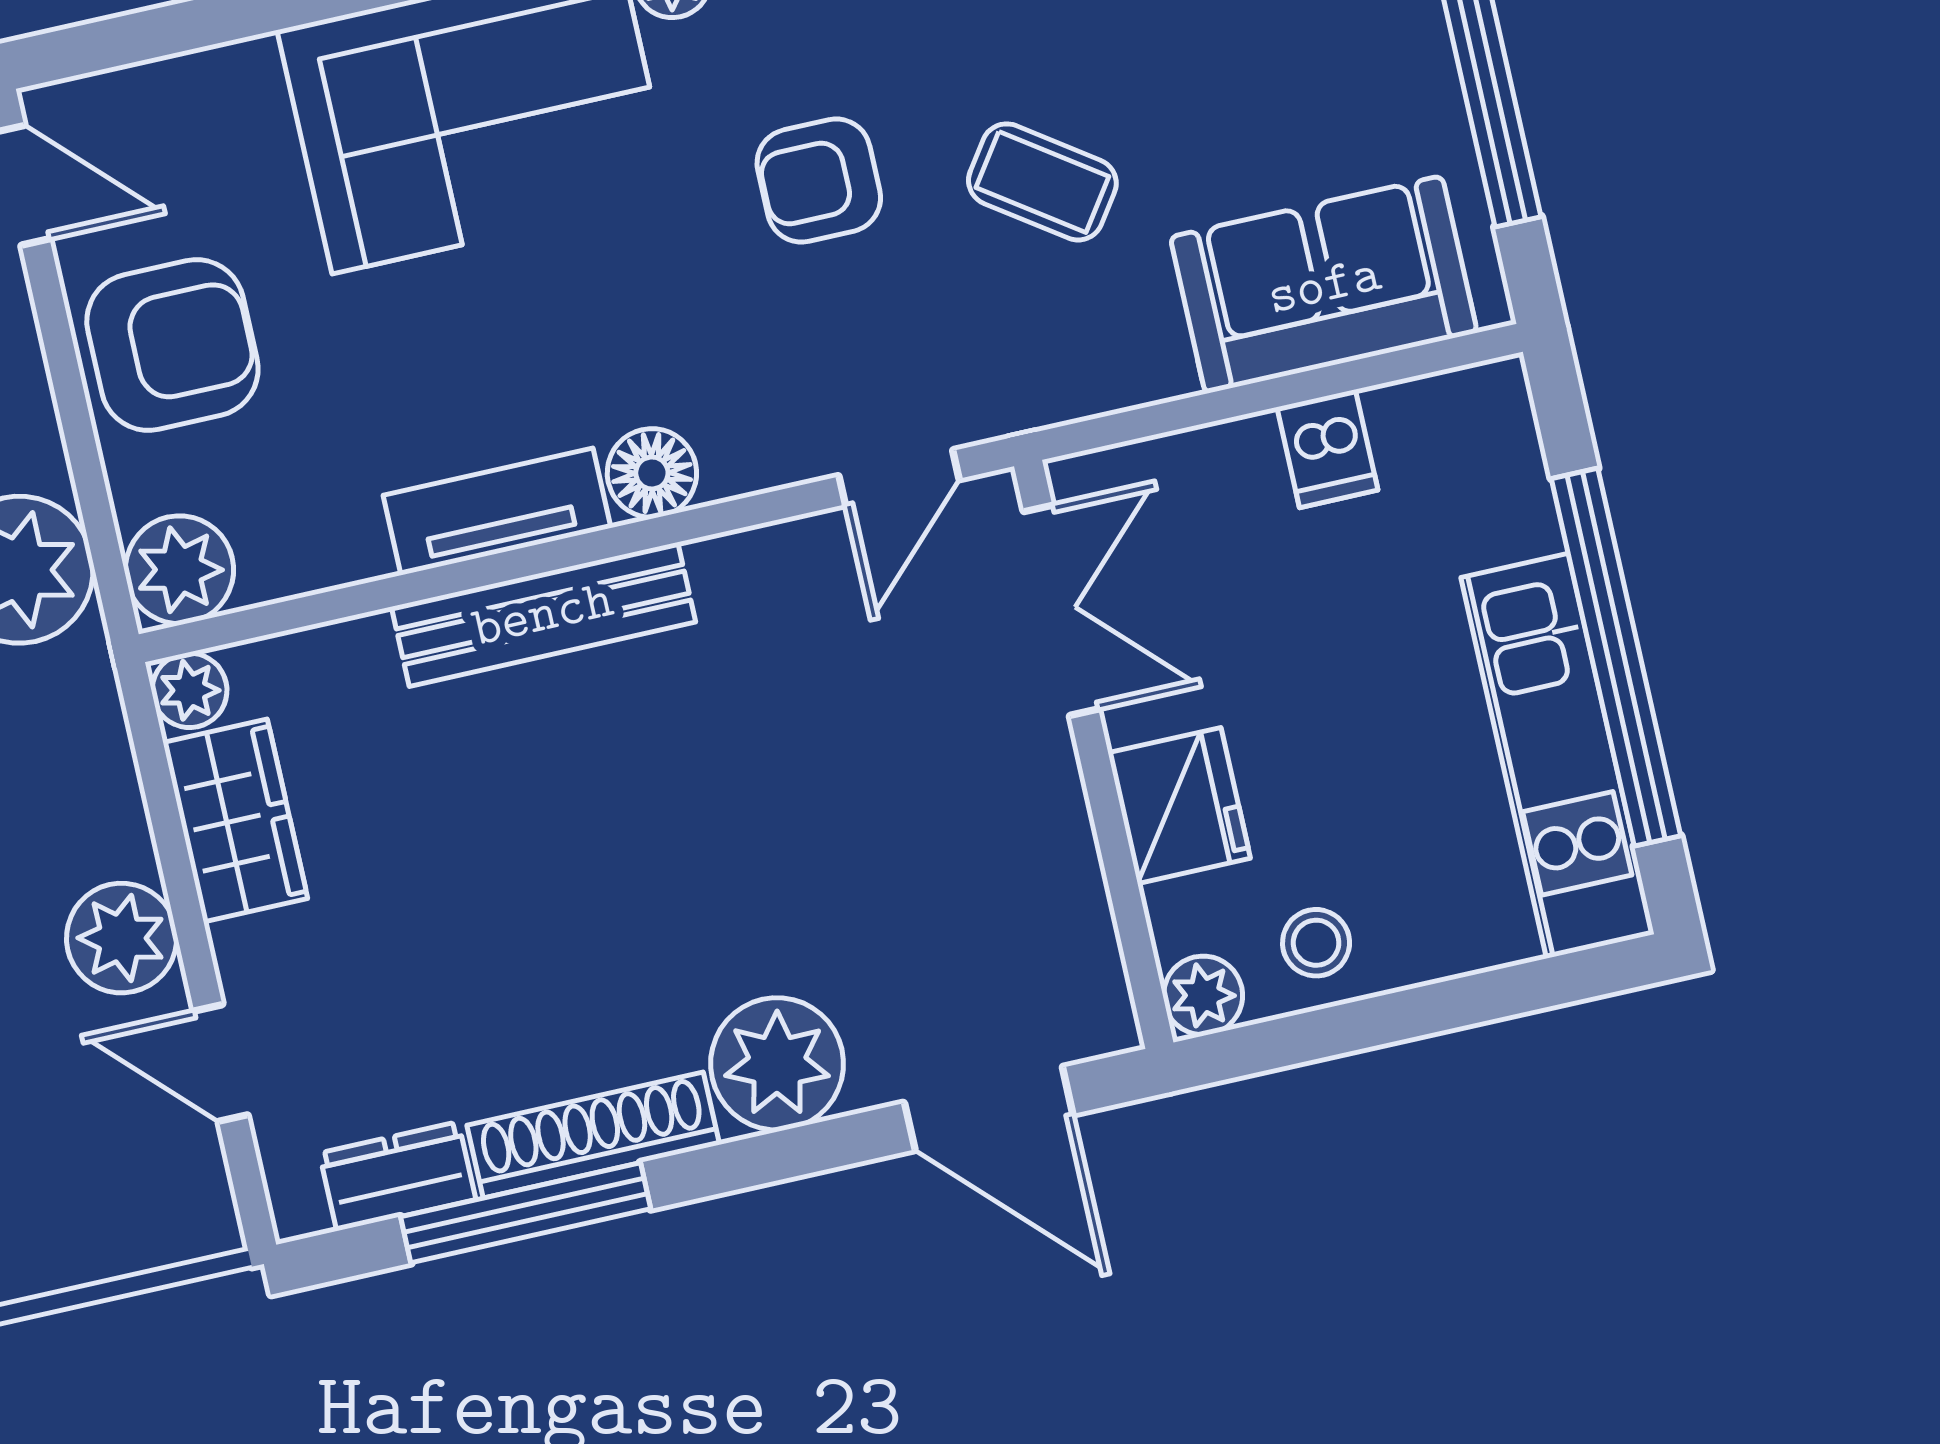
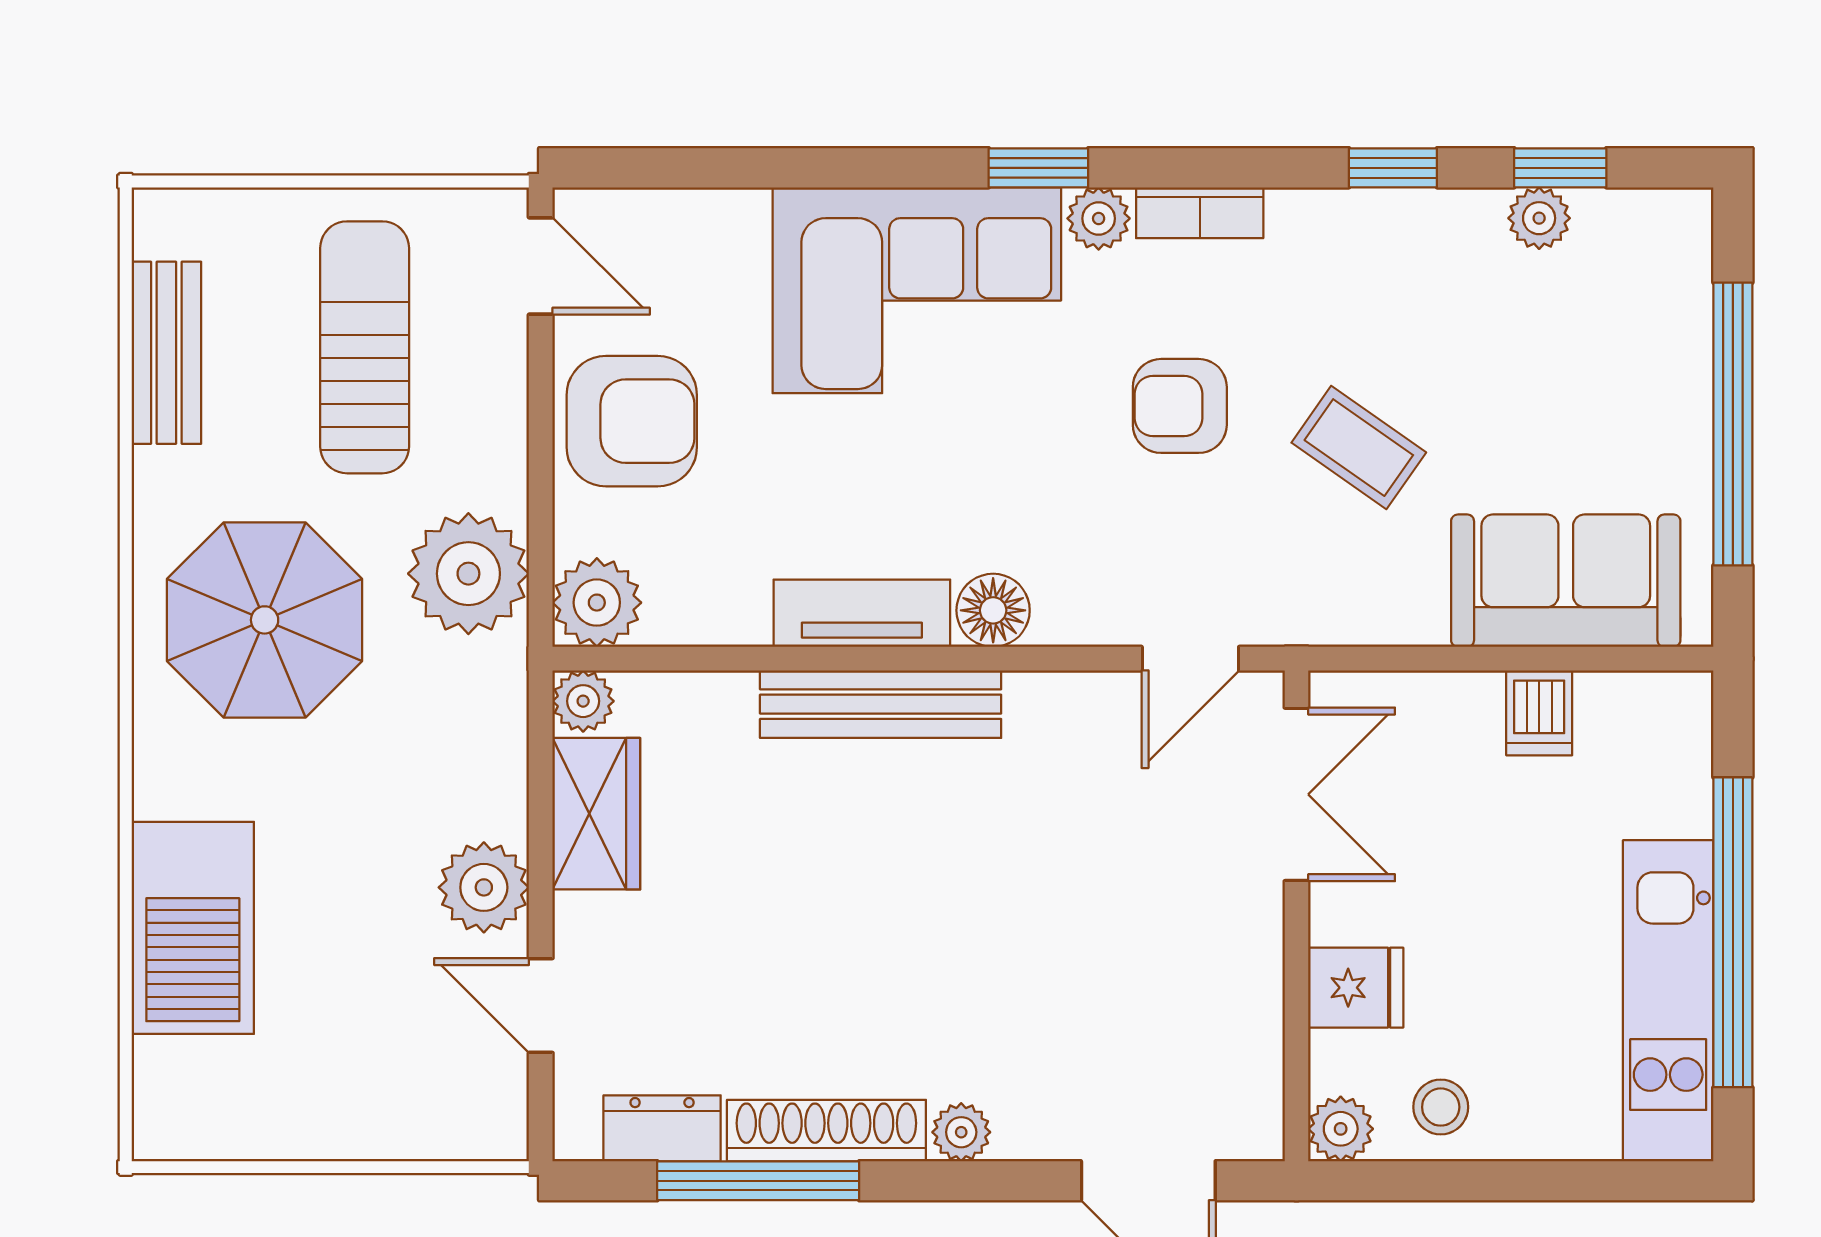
fridge: (1179, 806) -> (1356, 988), width x0.72
plant: (777, 1064) -> (961, 1132), width x0.53, depth x0.53

